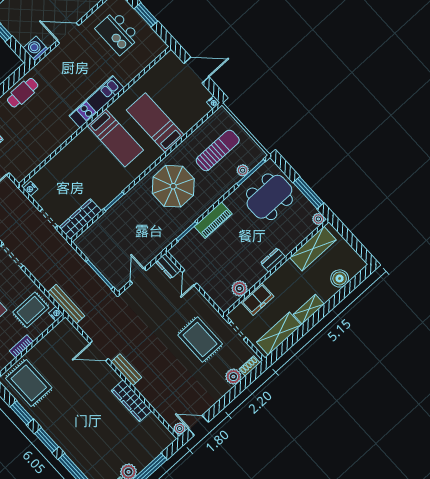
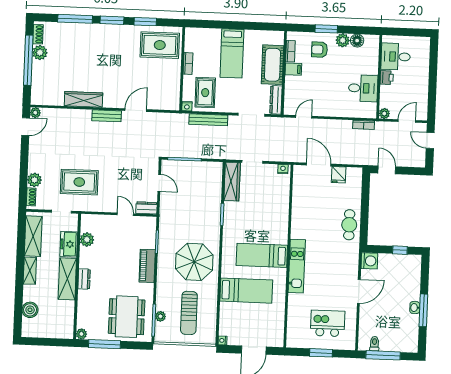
shelving: (313, 249) -> (67, 279), moved
bench: (66, 304) -> (208, 120), moved

